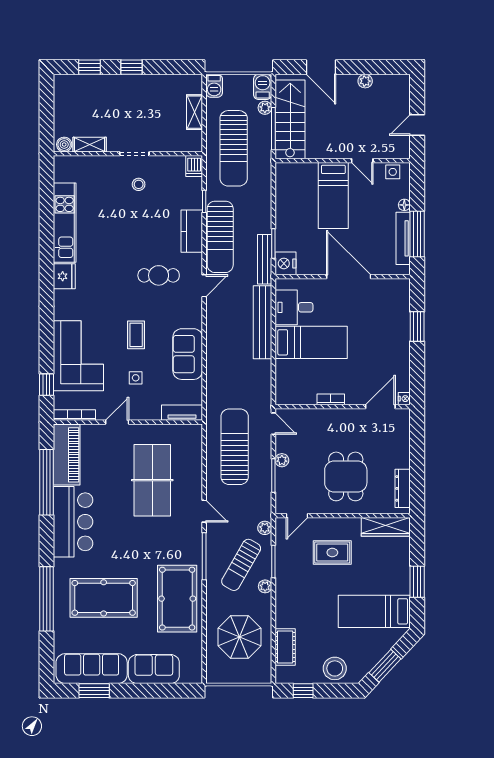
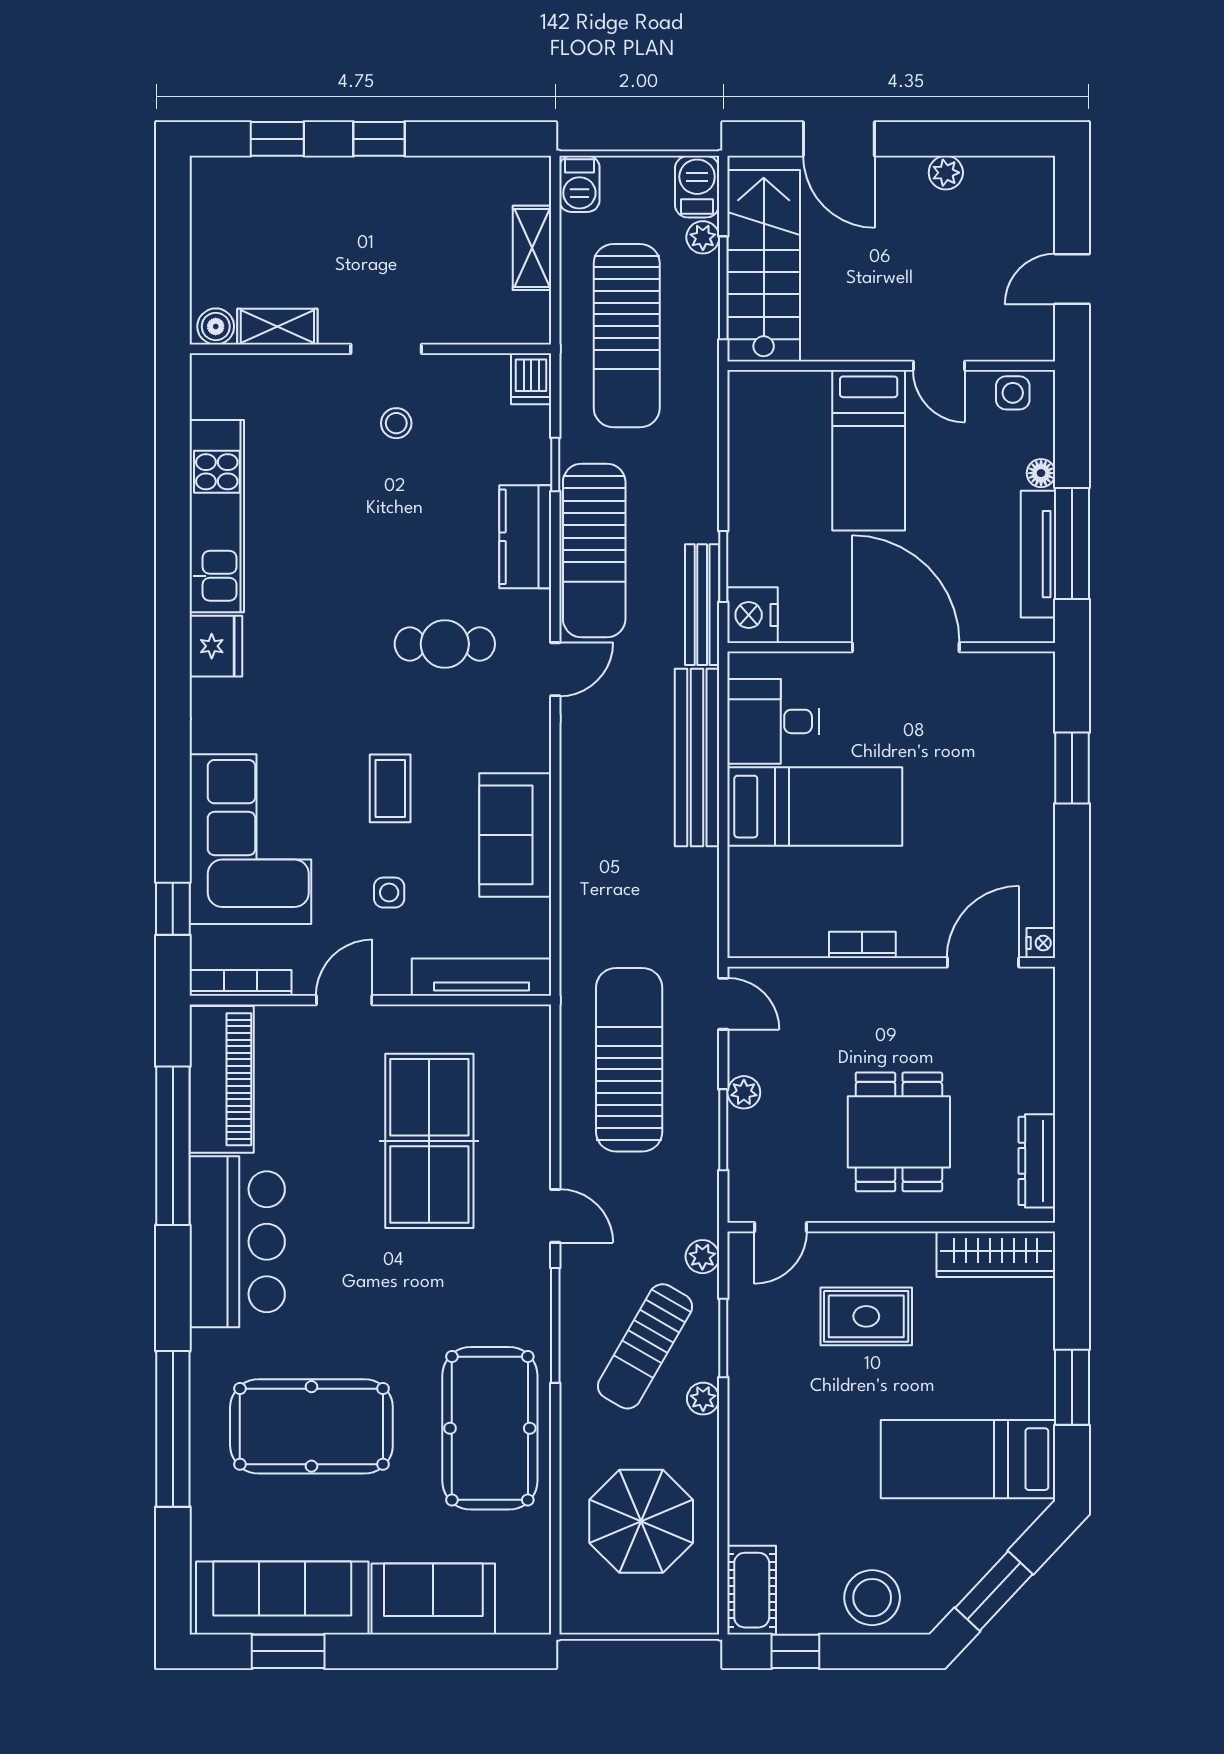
tv unit: (182, 413) -> (481, 977), width x1.41
cot: (285, 647) -> (752, 1590), moved

